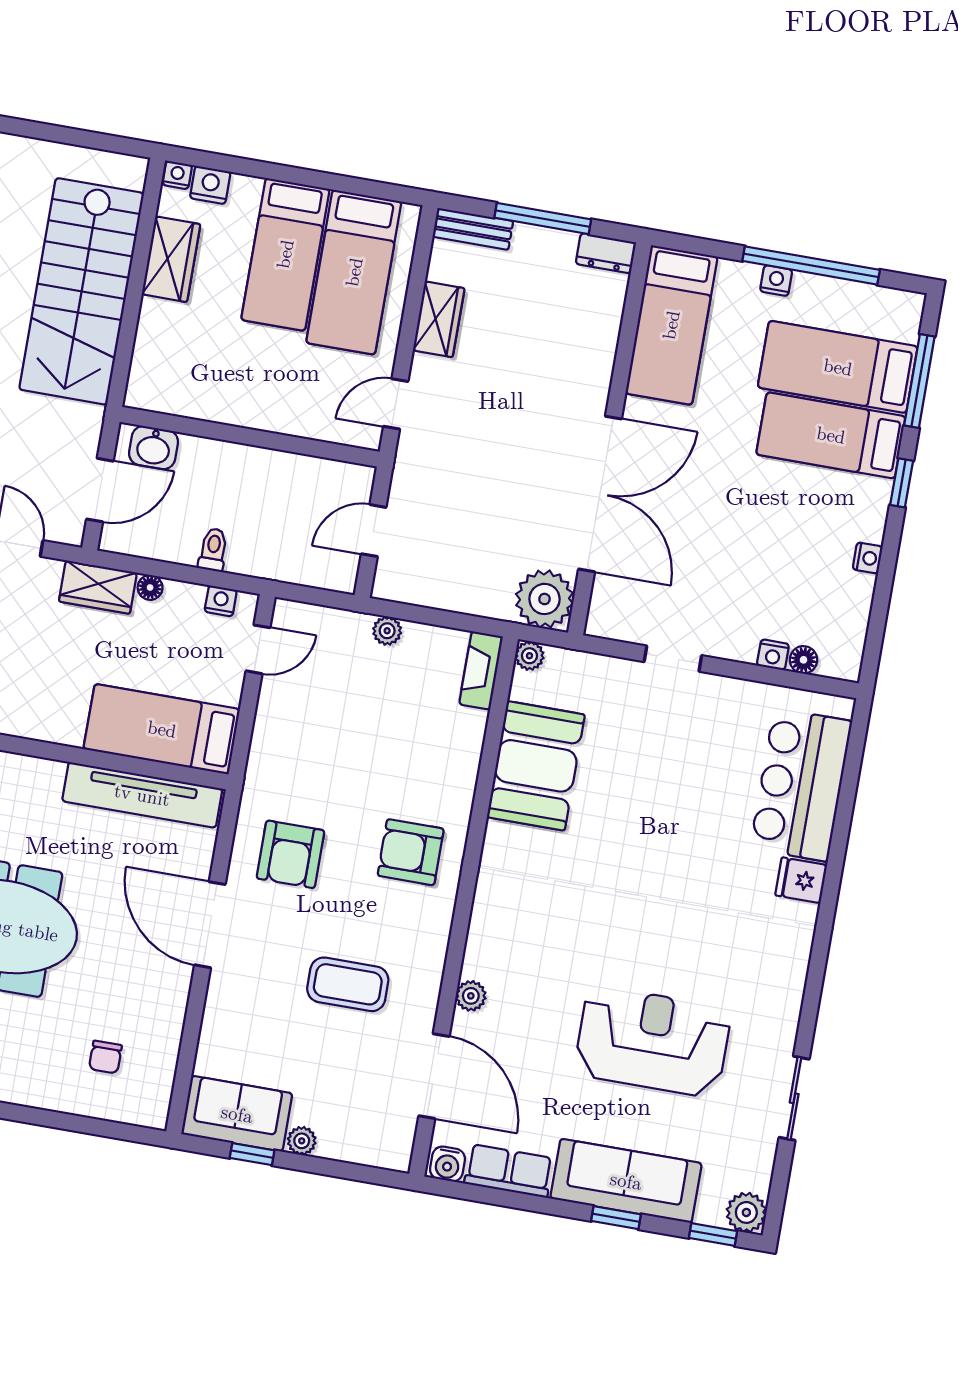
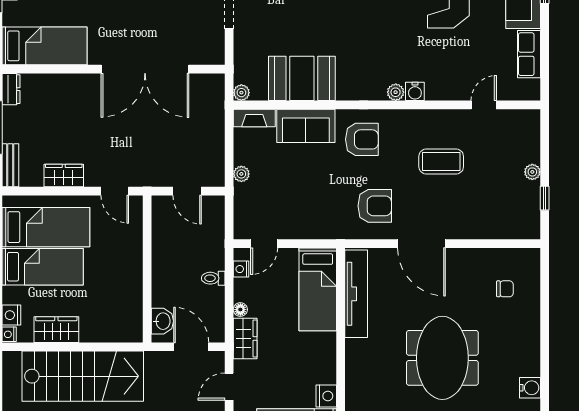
double door: (600, 494) -> (145, 69), swing flipped
plant: (545, 599) -> (209, 90), removed
door: (258, 649) -> (264, 244), swing flipped
armchair: (411, 852) -> (362, 139), turned -90
door: (210, 925) -> (421, 244), hinge flipped
coffee table: (348, 984) -> (441, 162), turned 90
plant: (471, 996) -> (396, 92), moved
door: (434, 1076) -> (484, 105), width x0.53
sofa: (237, 1114) -> (306, 126), moved, turned -90
water cooler: (447, 1164) -> (415, 91), moved, turned 90

